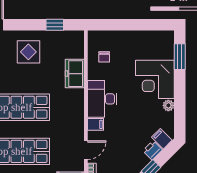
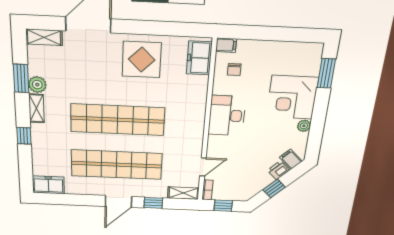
window: (55, 25) -> (176, 29), removed
display table: (28, 52) -> (142, 60), width x1.36, depth x1.36
freezer: (75, 74) -> (199, 58), moved
filing cabinet: (96, 124) -> (226, 45), moved

